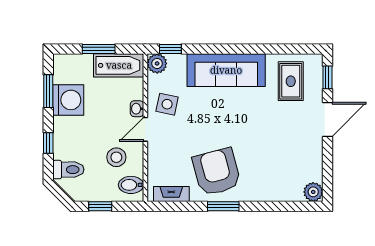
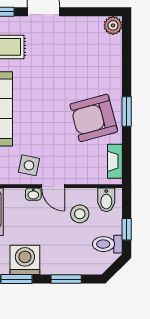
window: (48, 143) -> (66, 279), width x1.50
toilet: (68, 170) -> (107, 244), moved, turned -90

